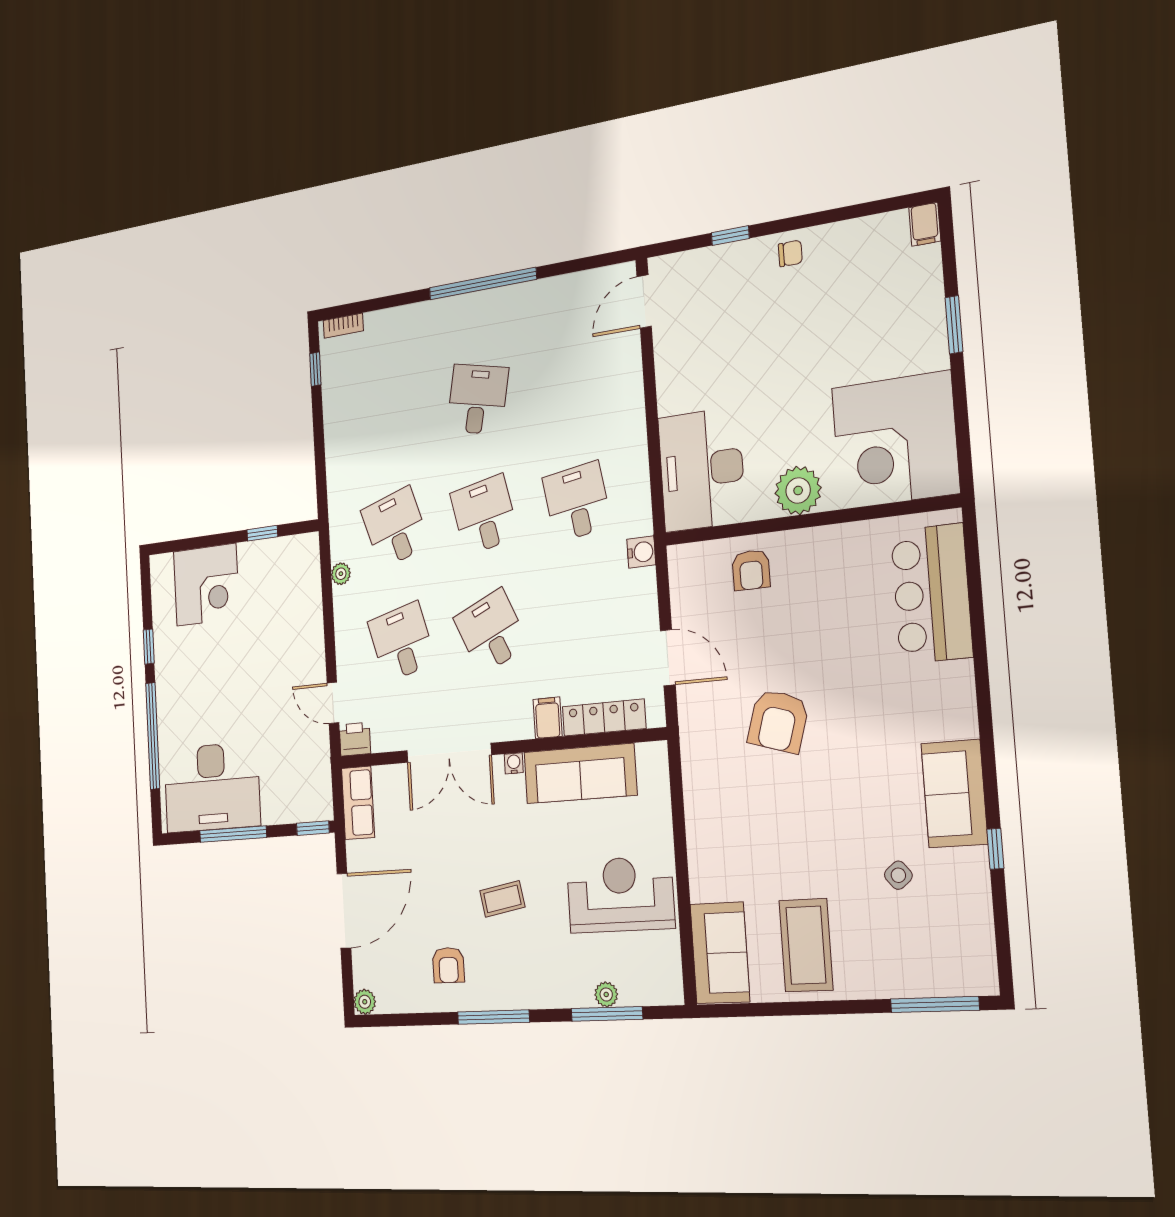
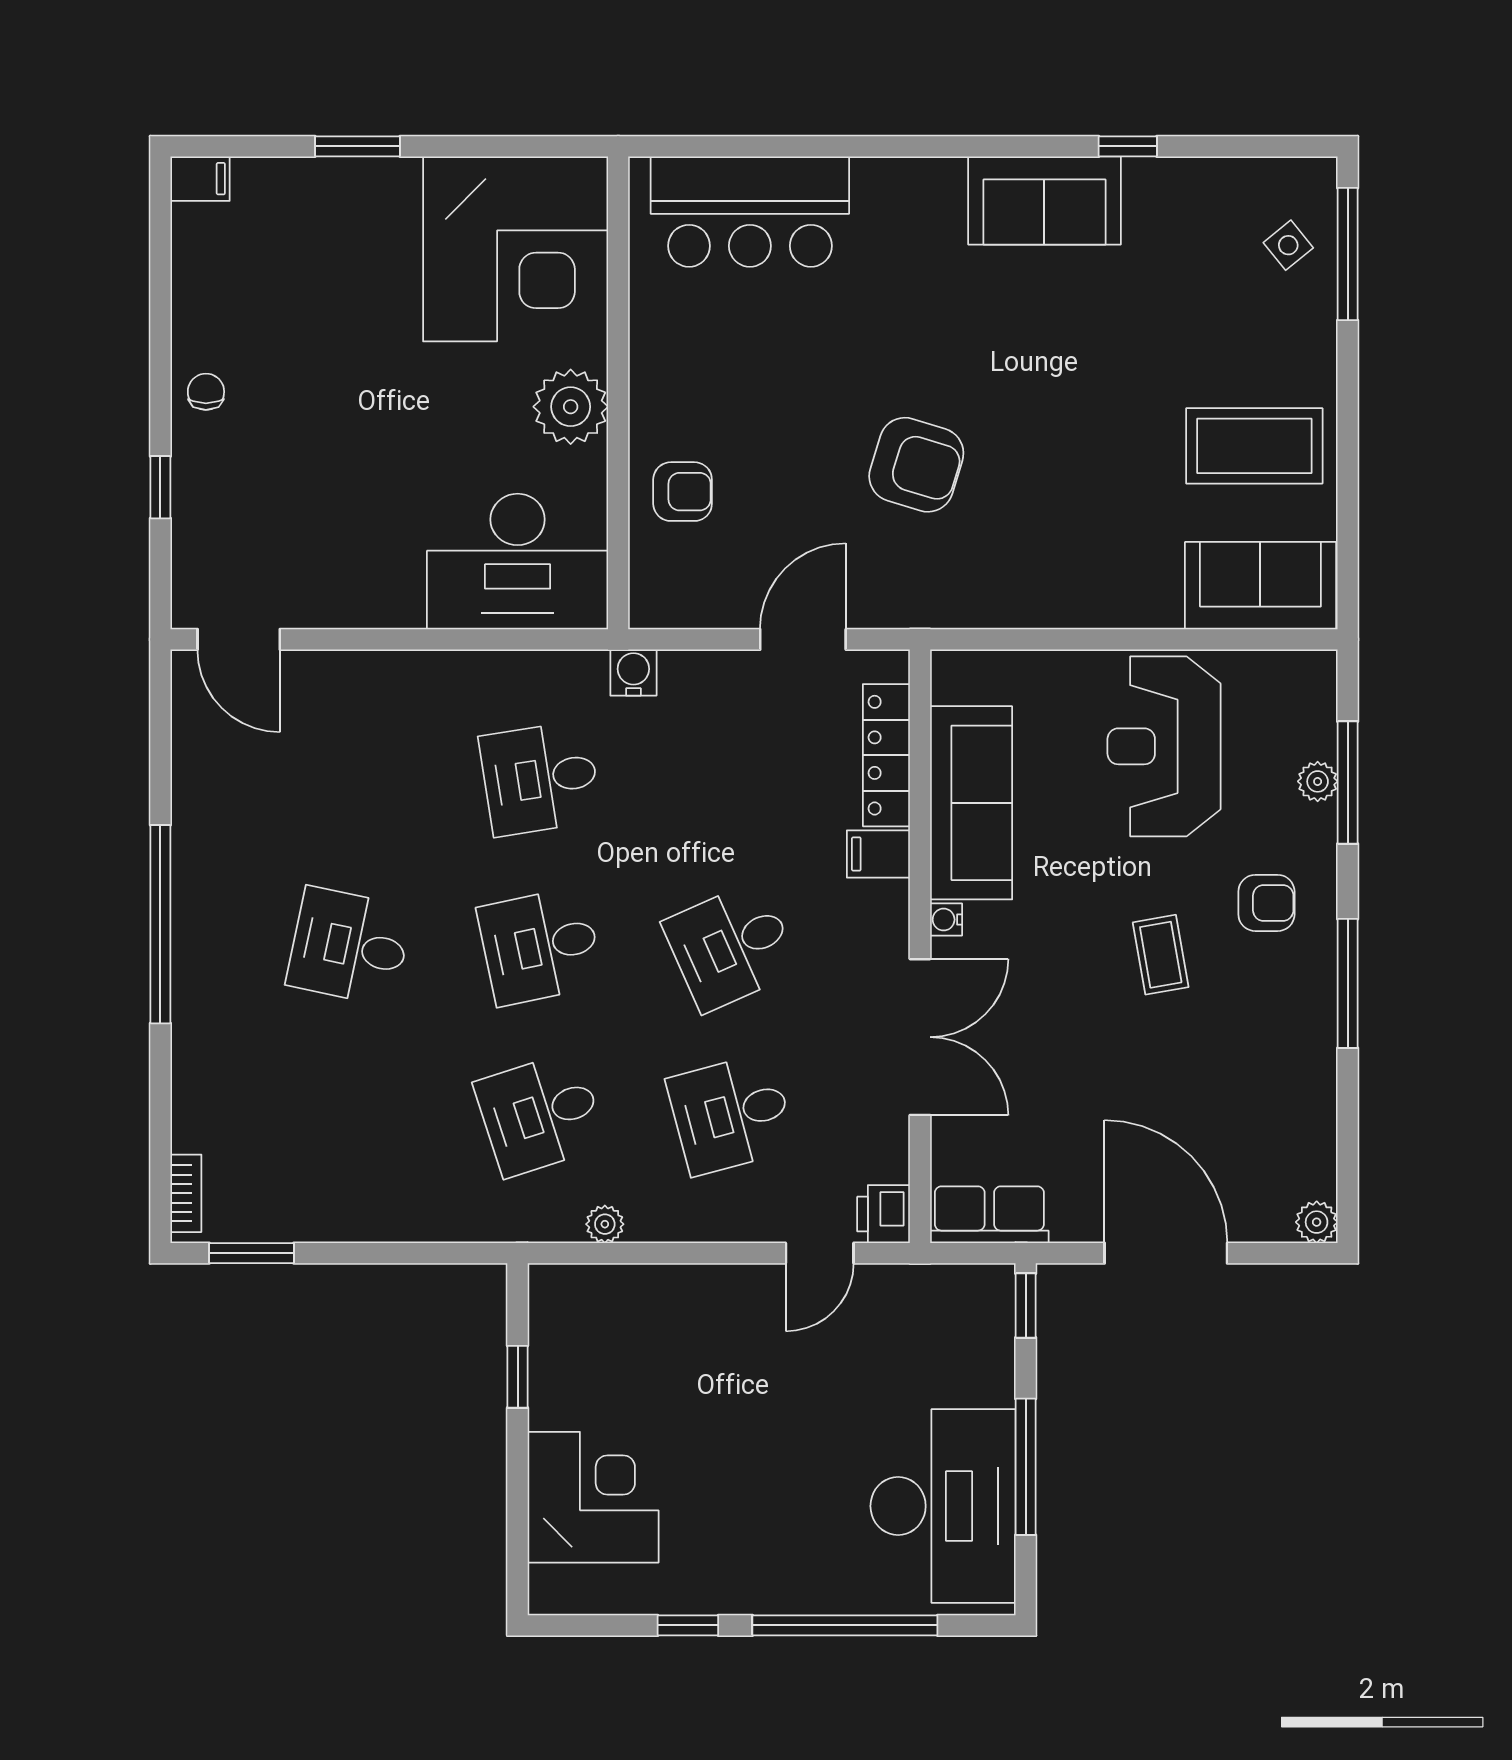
window: (315, 369) -> (251, 1253), width x1.50
side table: (898, 875) -> (1288, 245), moved
armchair: (448, 965) -> (1266, 903), moved

